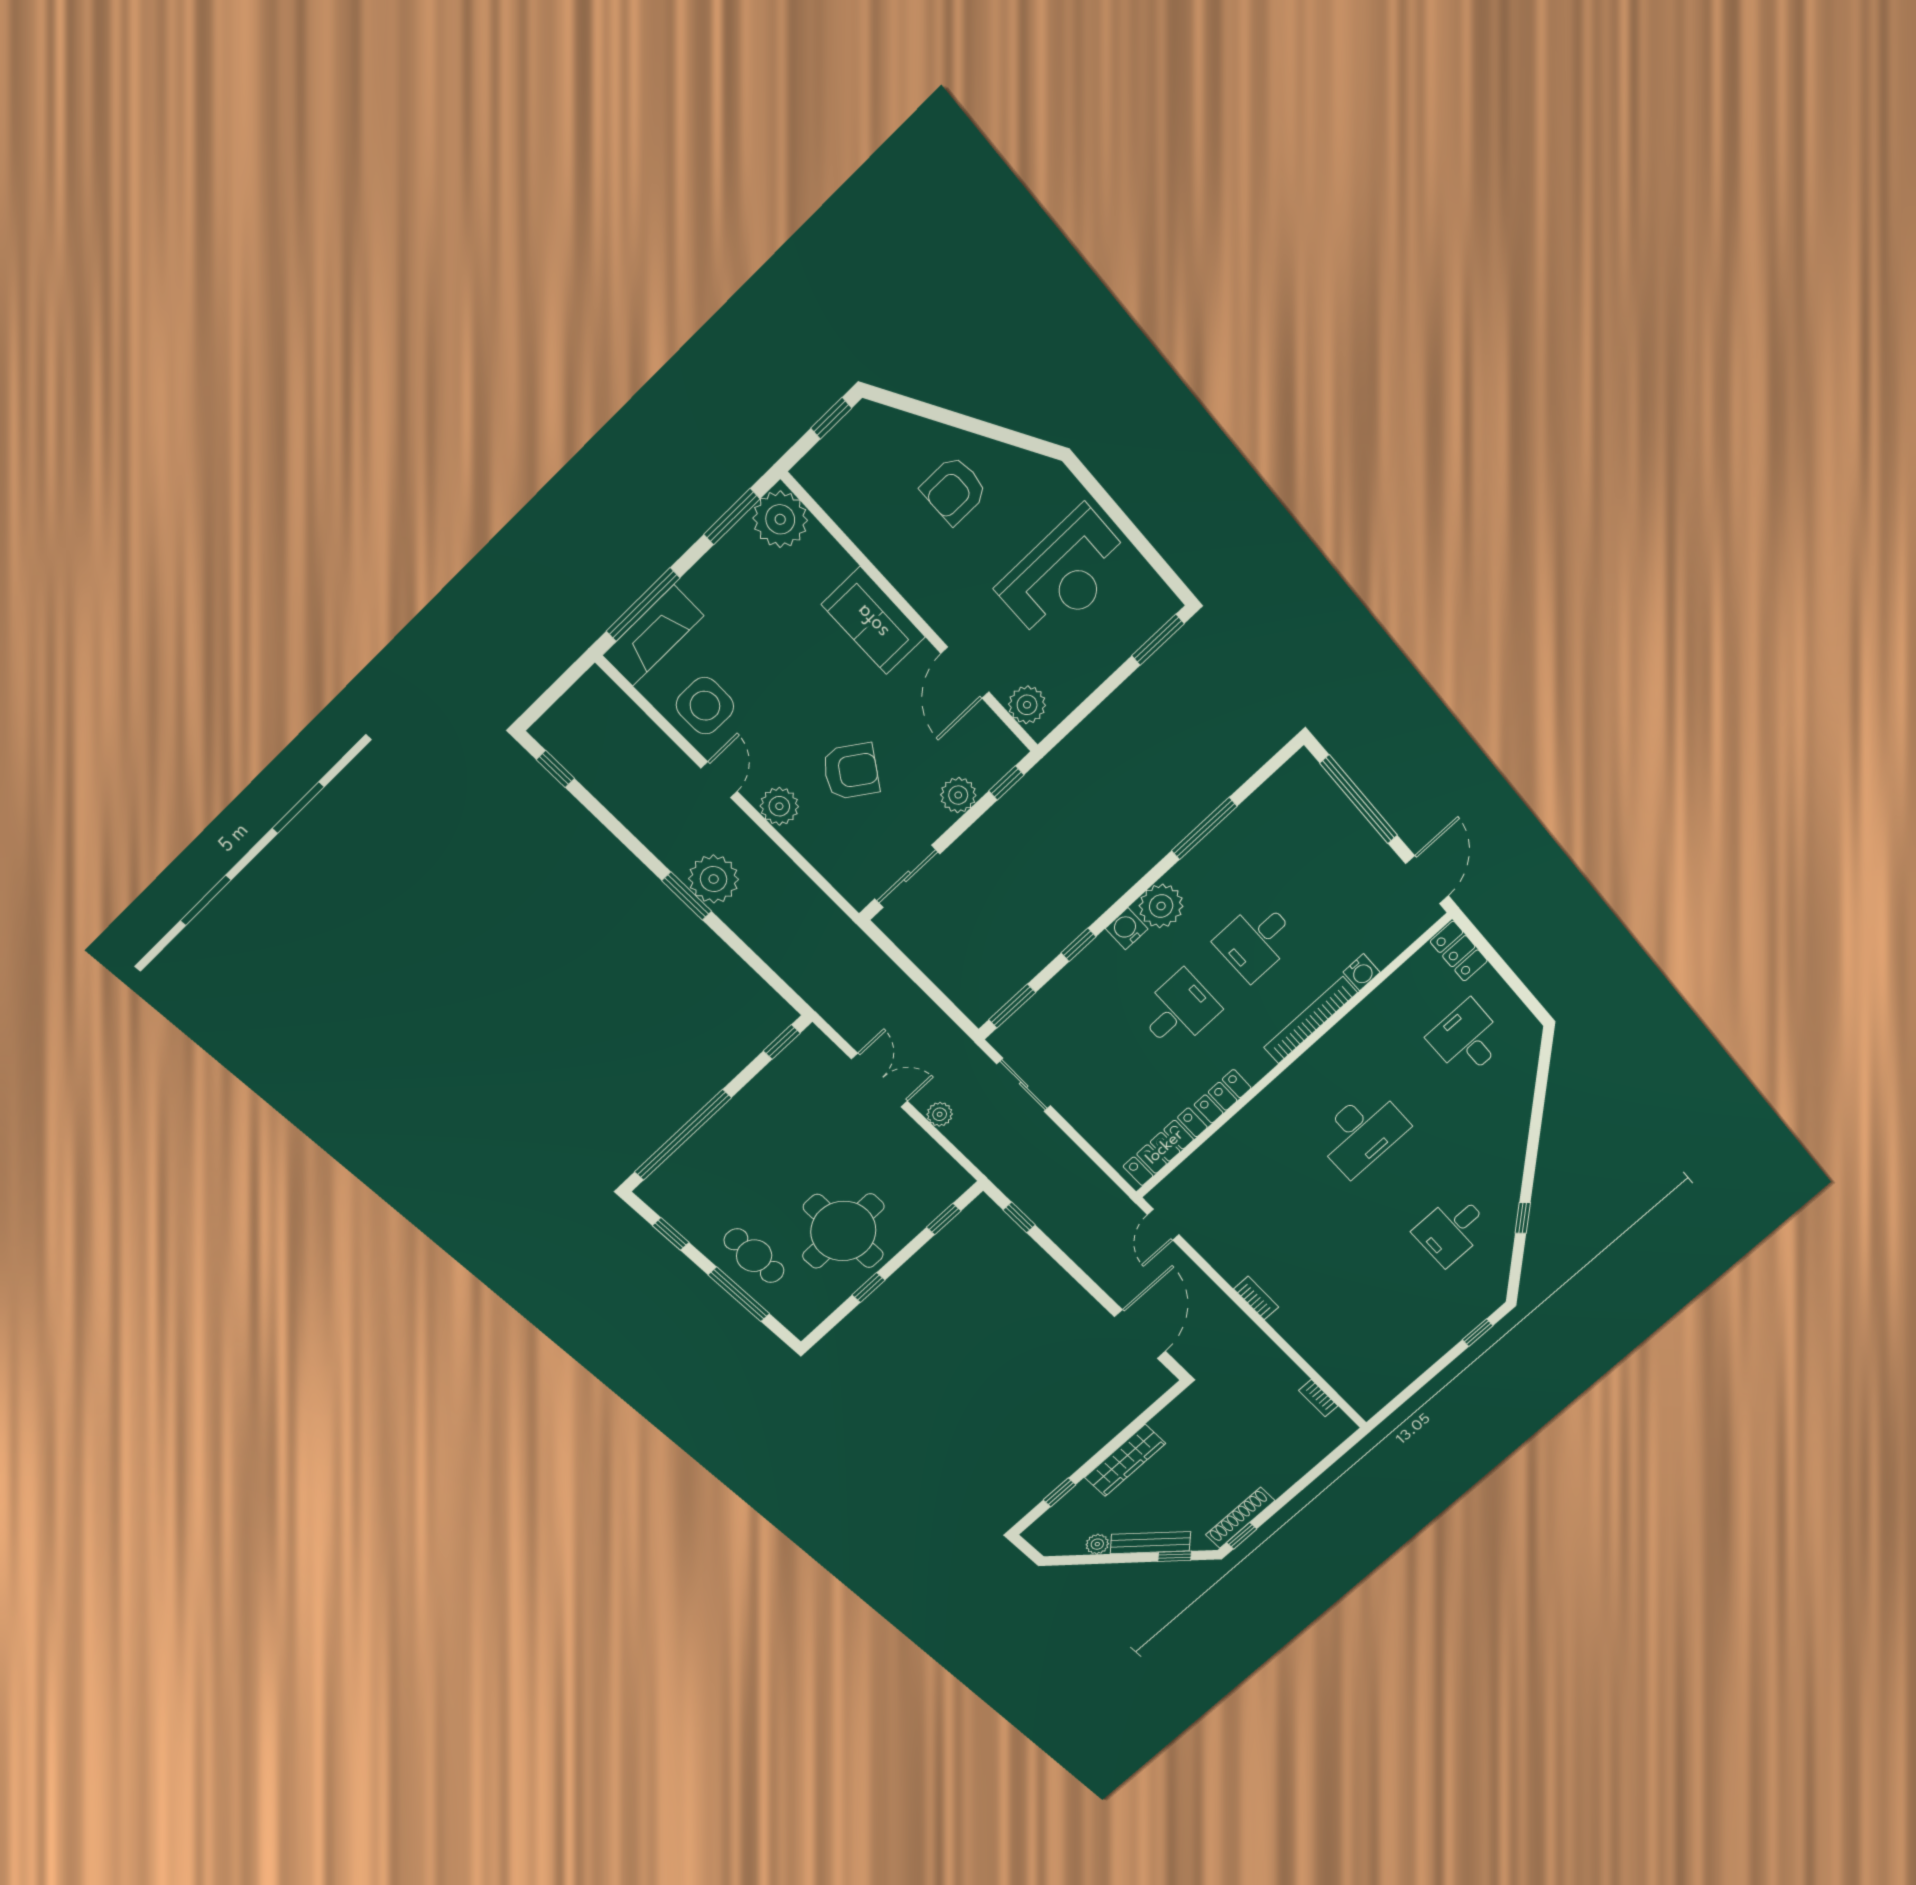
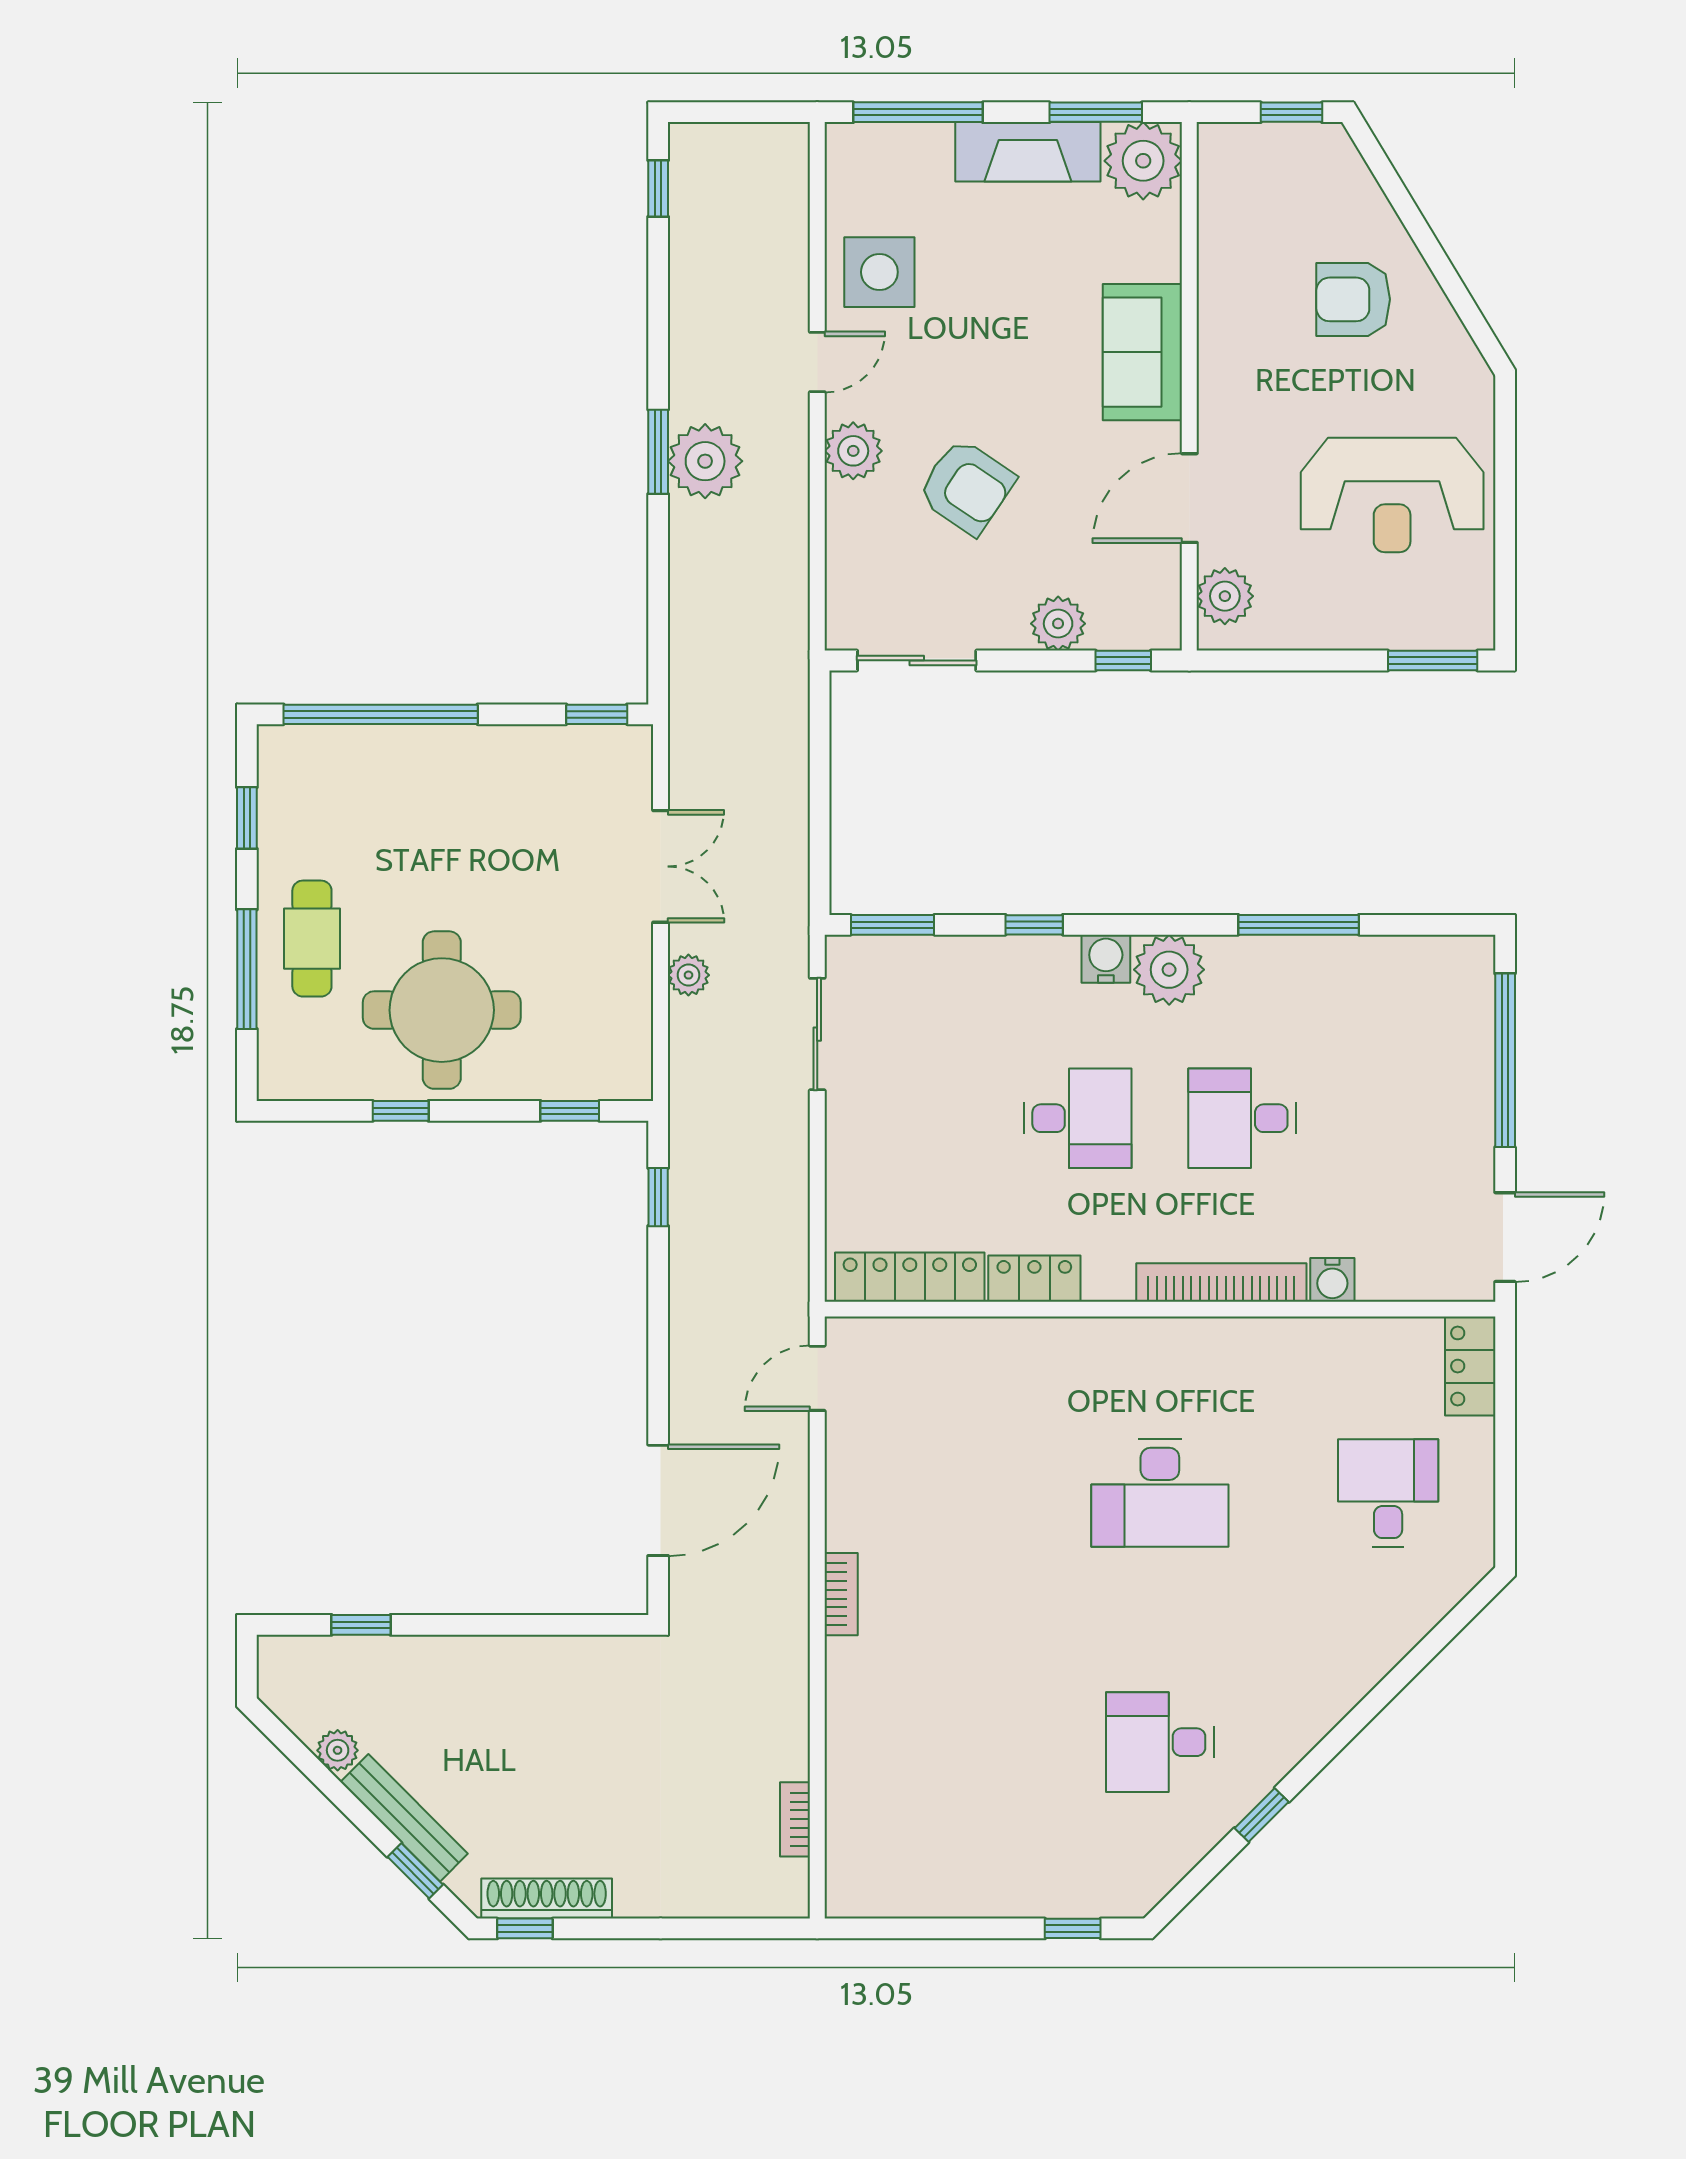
fireplace: (653, 636) -> (1028, 152), moved
wardrobe: (1125, 1460) -> (481, 1662), removed

